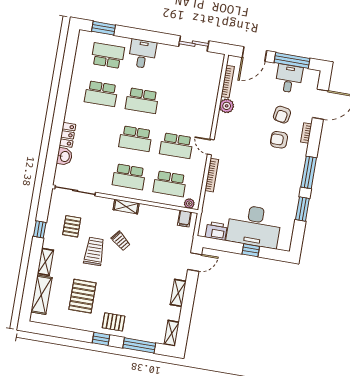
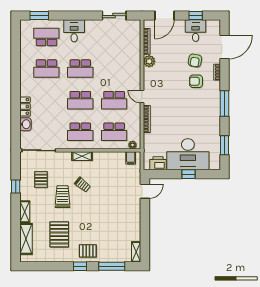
window: (292, 60) -> (196, 16), width x0.46
window: (302, 209) -> (224, 145), moved
shelving: (178, 293) -> (136, 218), removed

